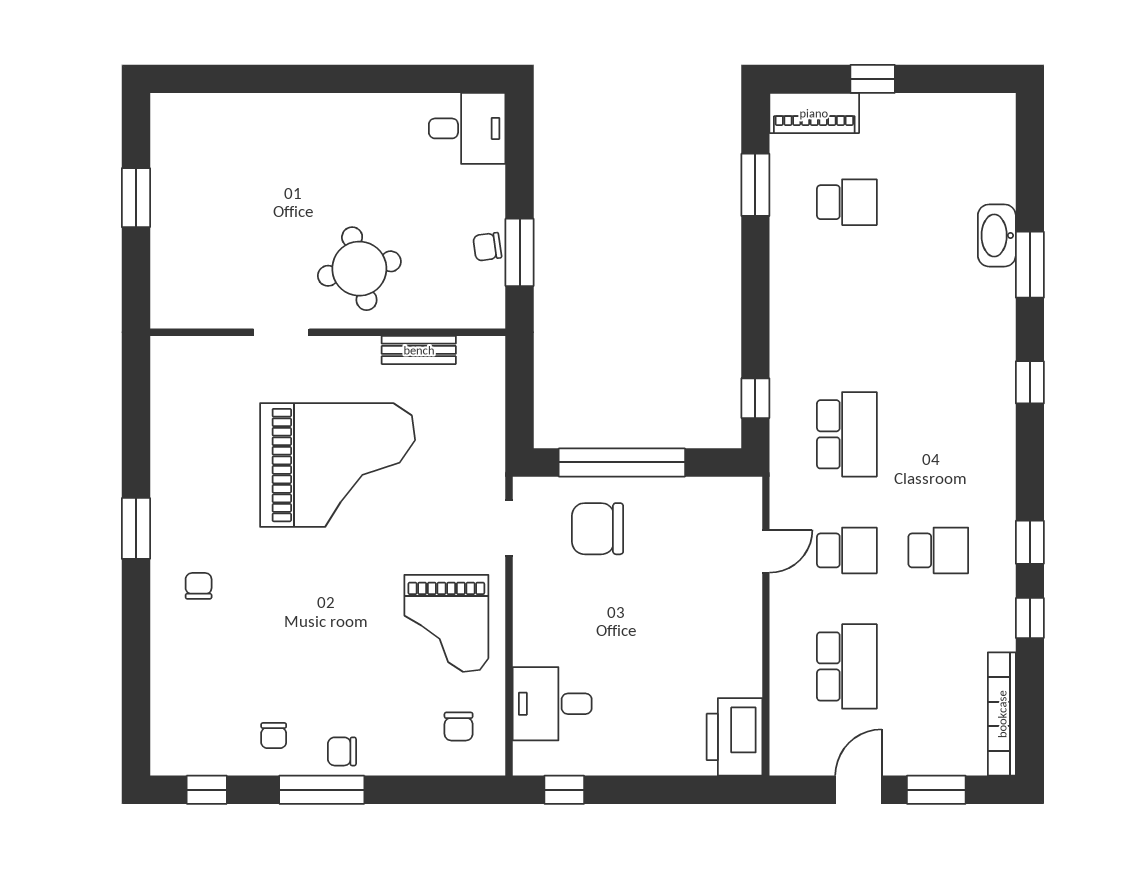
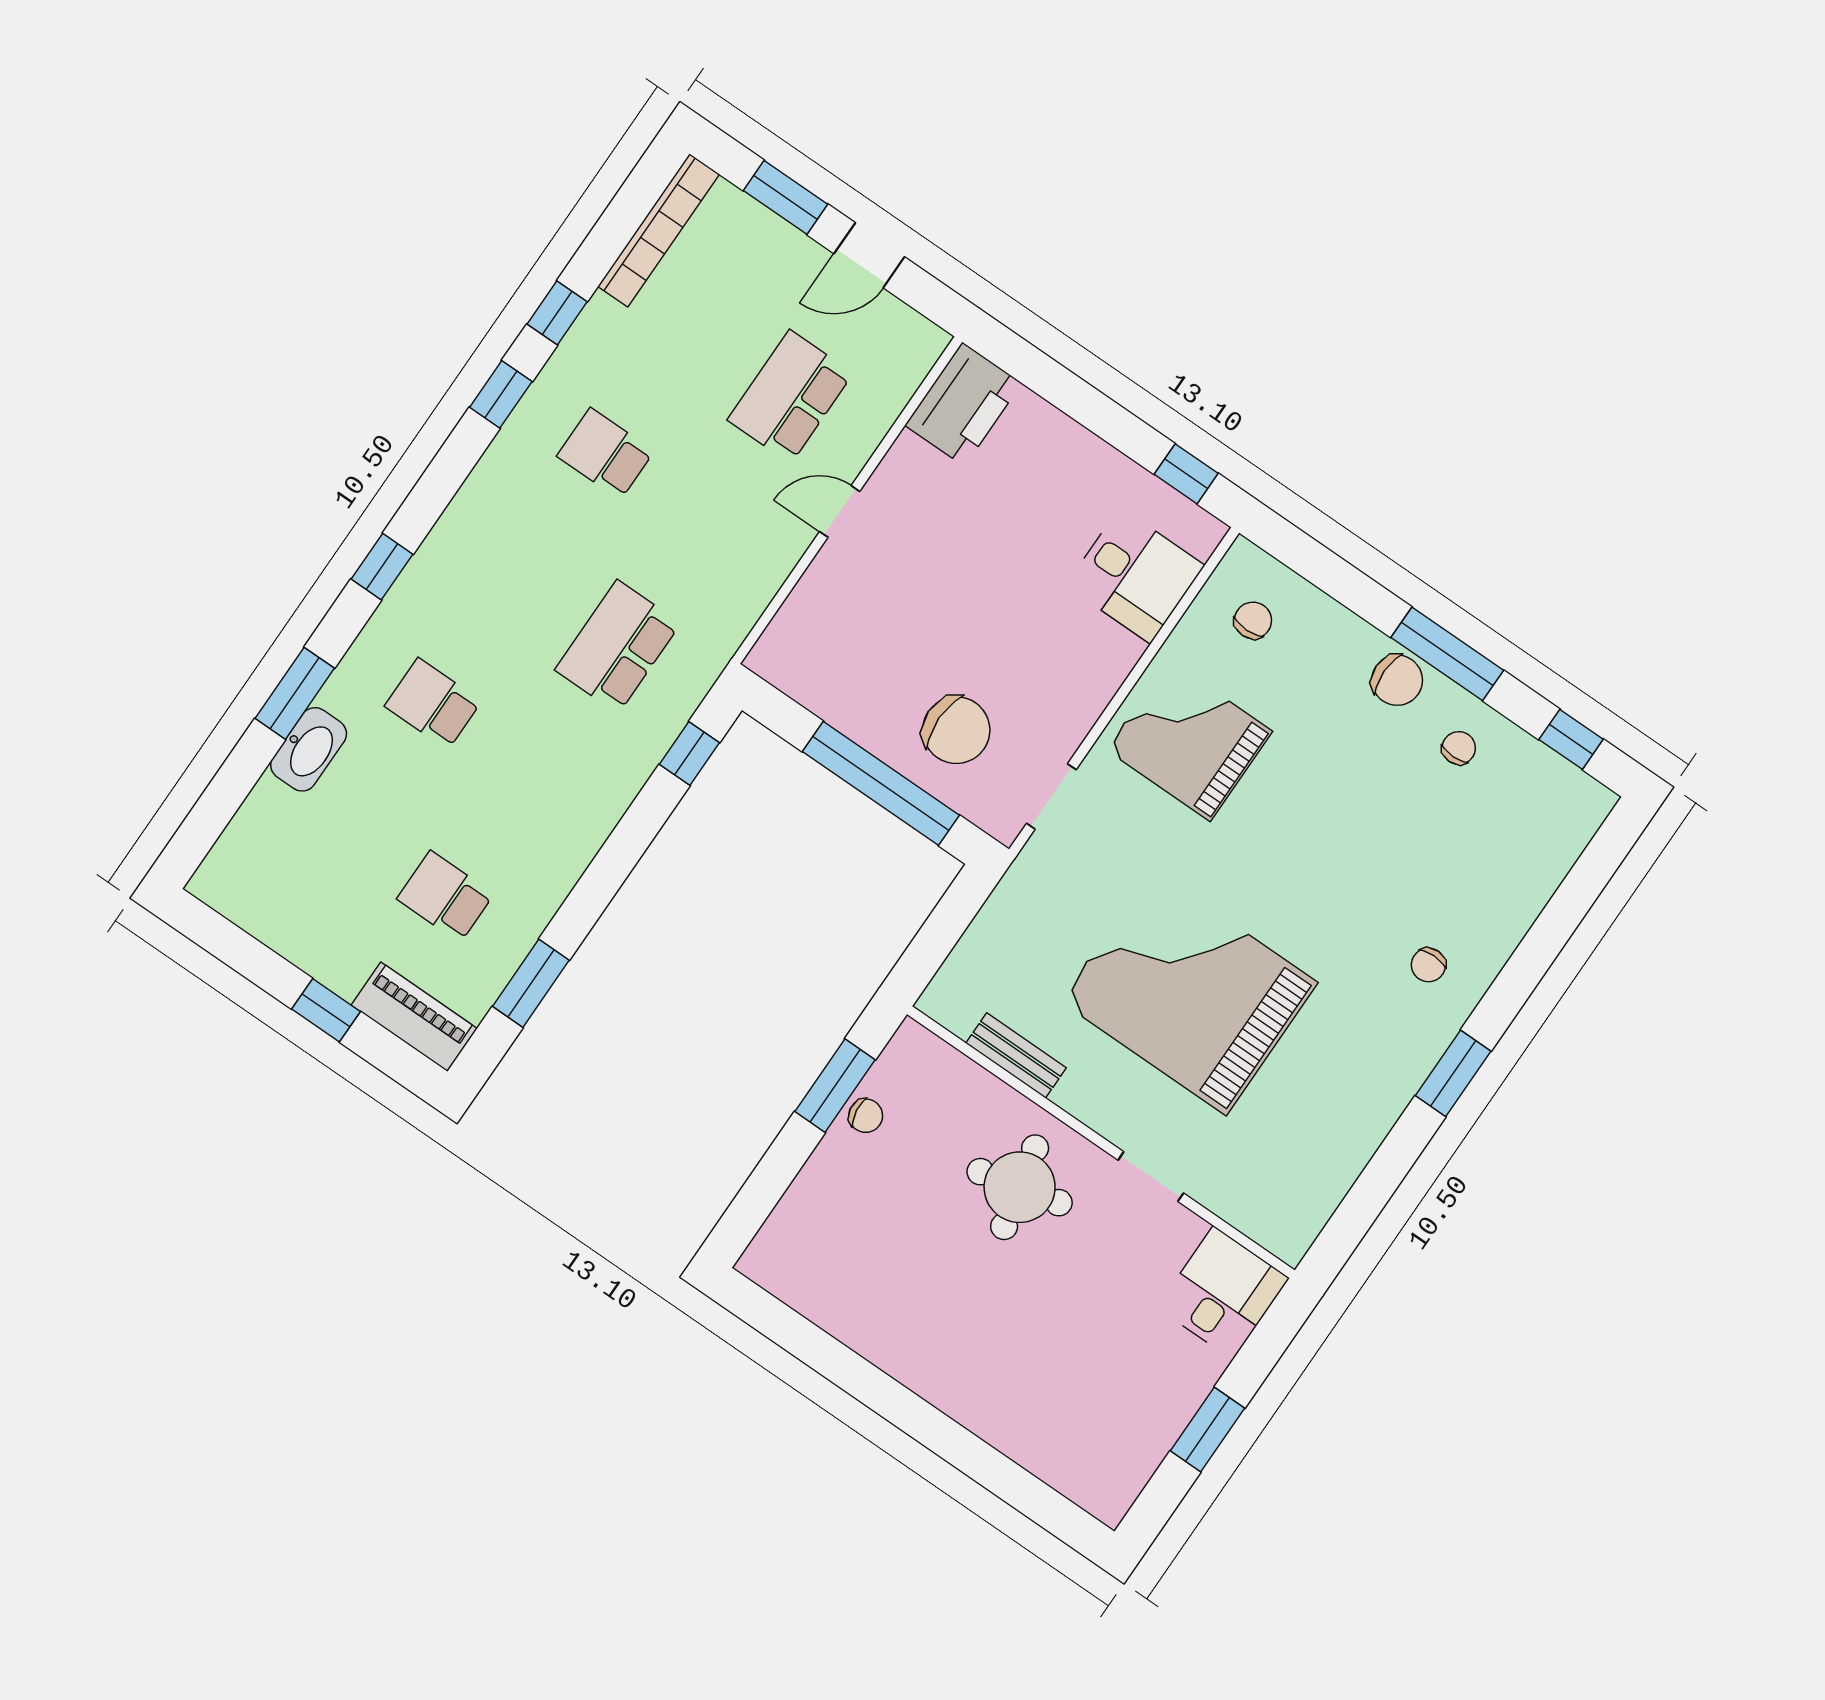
desk: (467, 128) -> (1223, 1293), moved, turned 90
school desk: (847, 550) -> (433, 704), moved
door: (766, 551) -> (840, 511), moved
grand piano: (446, 623) -> (1189, 741), turned -90
chair: (342, 751) -> (1397, 680), width x1.37, depth x1.37

